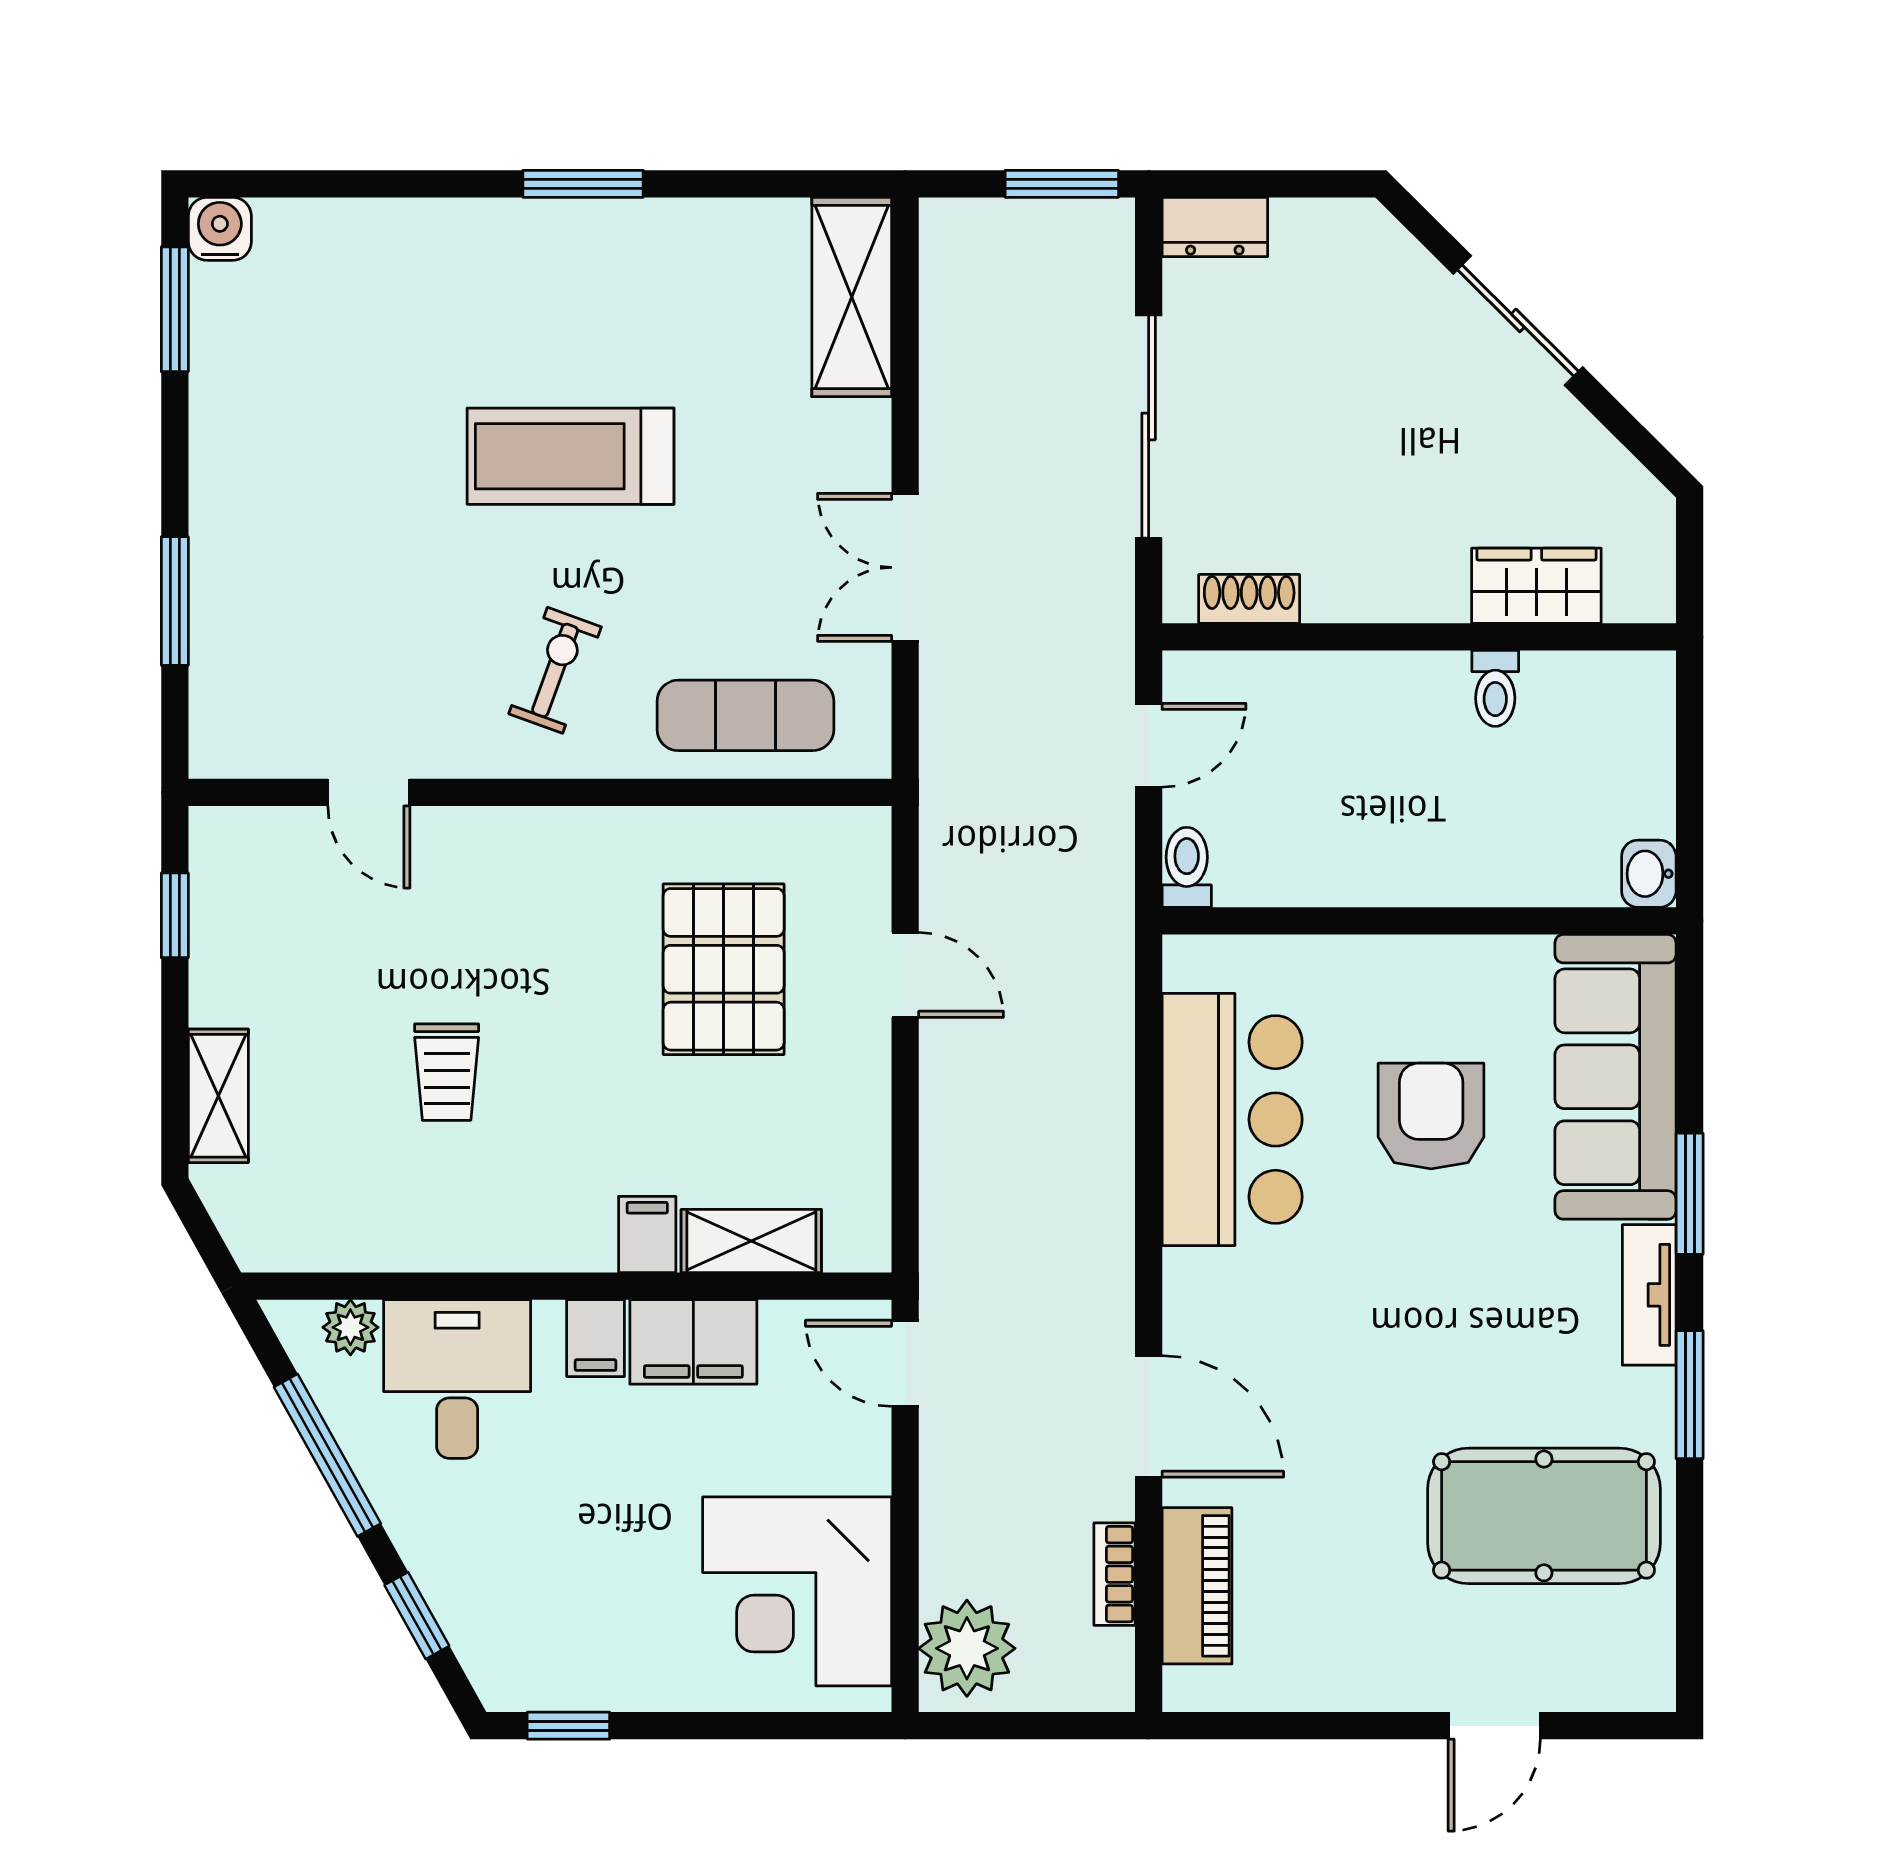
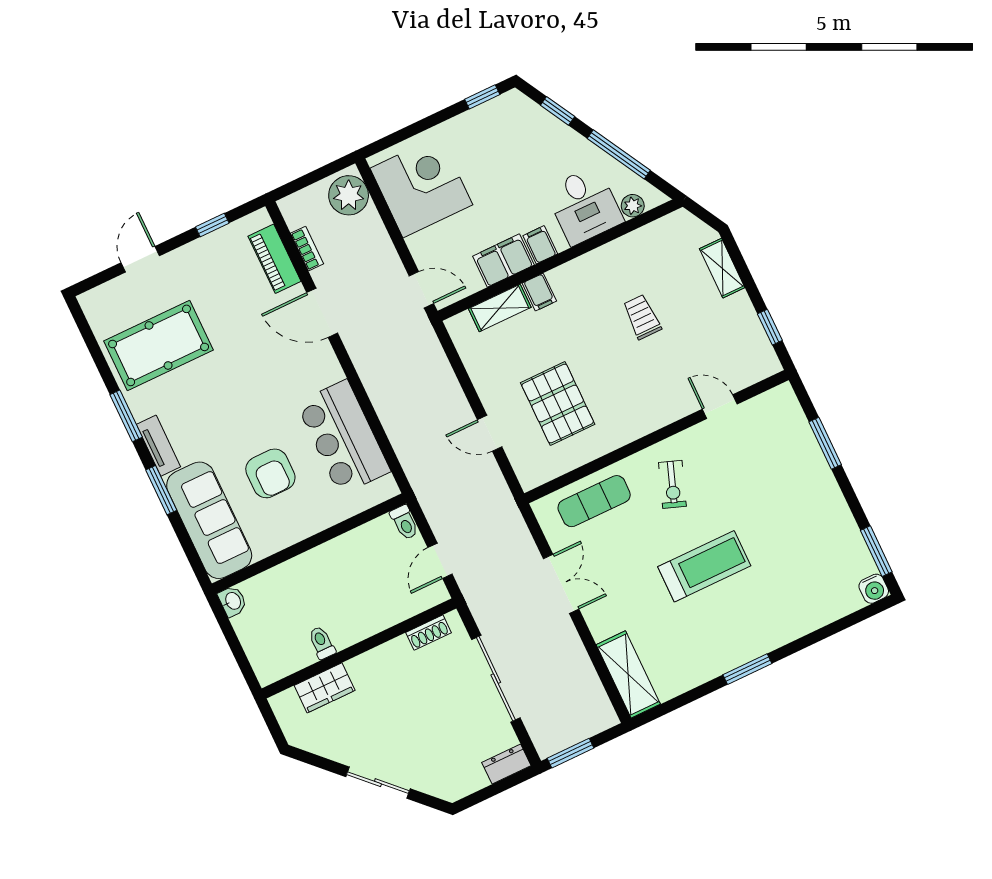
window: (1299, 1726) -> (212, 225), added

